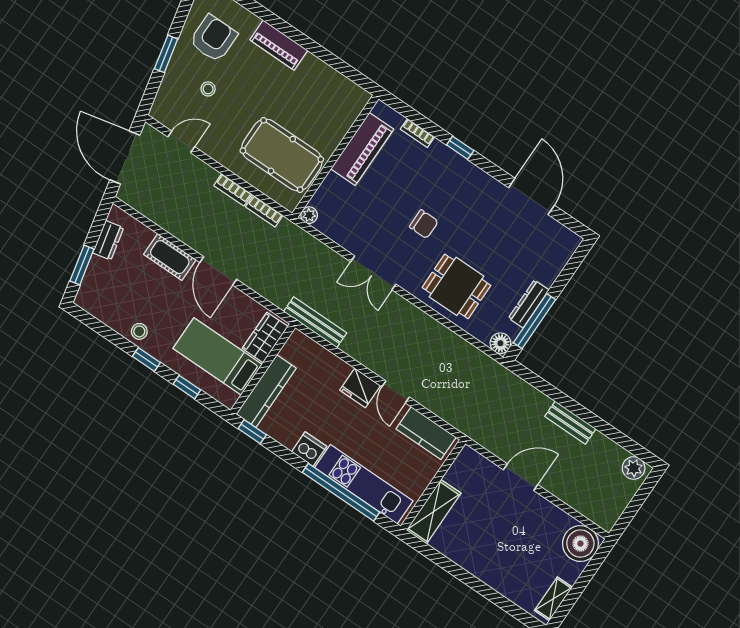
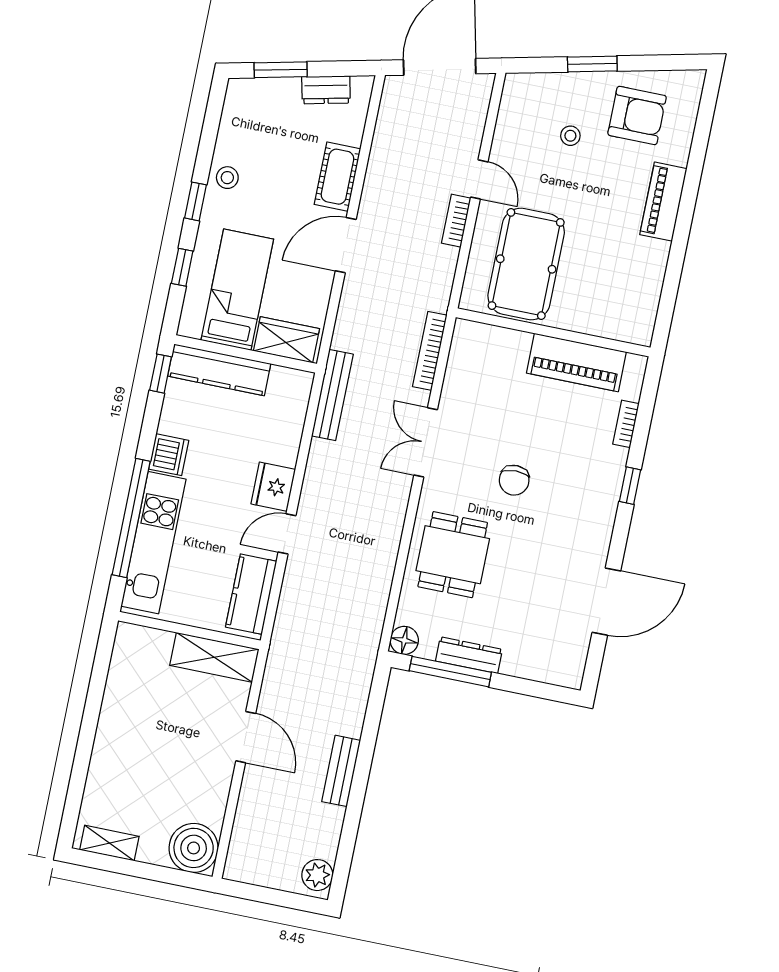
door: (181, 142) -> (479, 179), moved
bookcase: (264, 211) -> (430, 351), moved, width x1.56
plant: (309, 215) -> (465, 330), removed
shelving: (434, 512) -> (214, 657), moved

